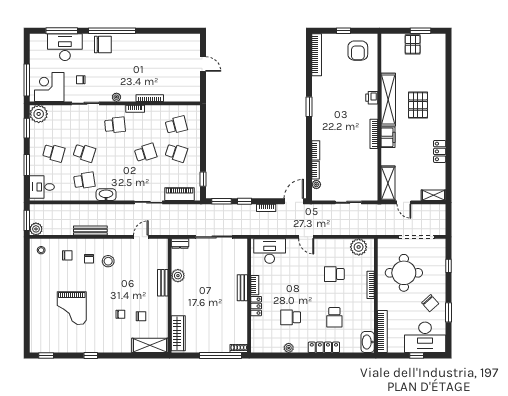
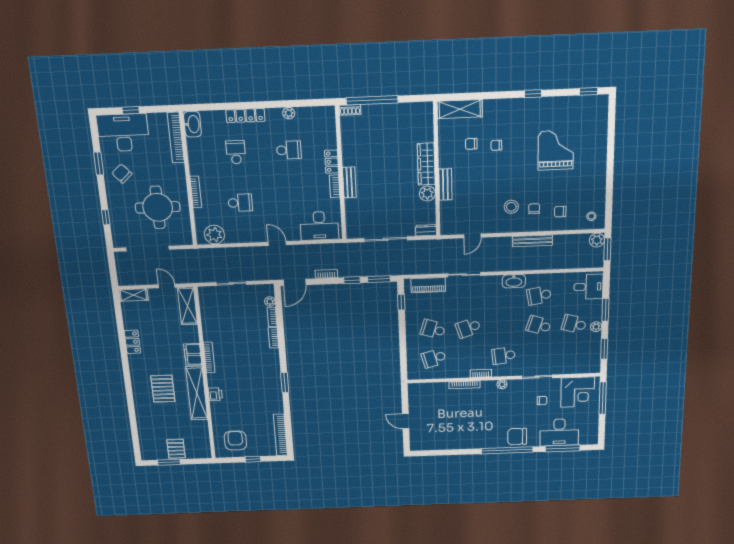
plant: (39, 114) -> (596, 327), moved, width x0.53, depth x0.53
wardrobe: (178, 333) -> (426, 164), moved

